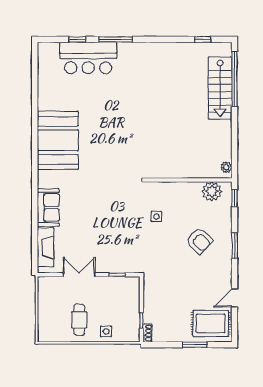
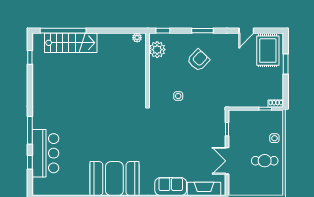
door: (235, 298) -> (246, 31), hinge flipped

